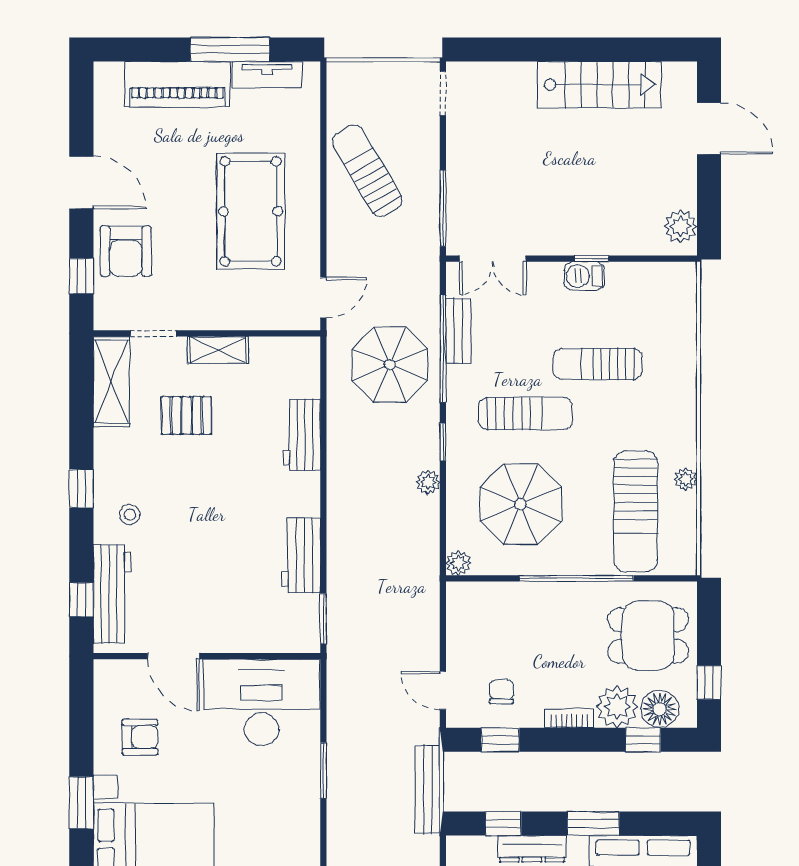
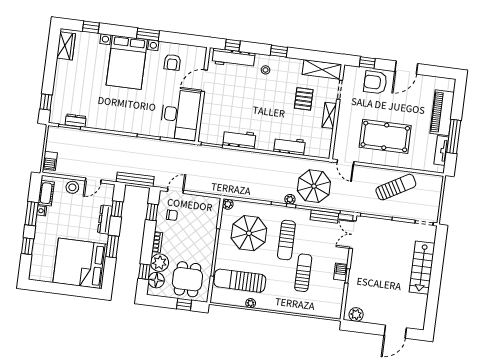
stairs: (599, 85) -> (422, 268), moved
plant: (428, 482) -> (290, 199), moved
window: (709, 682) -> (184, 305), moved

